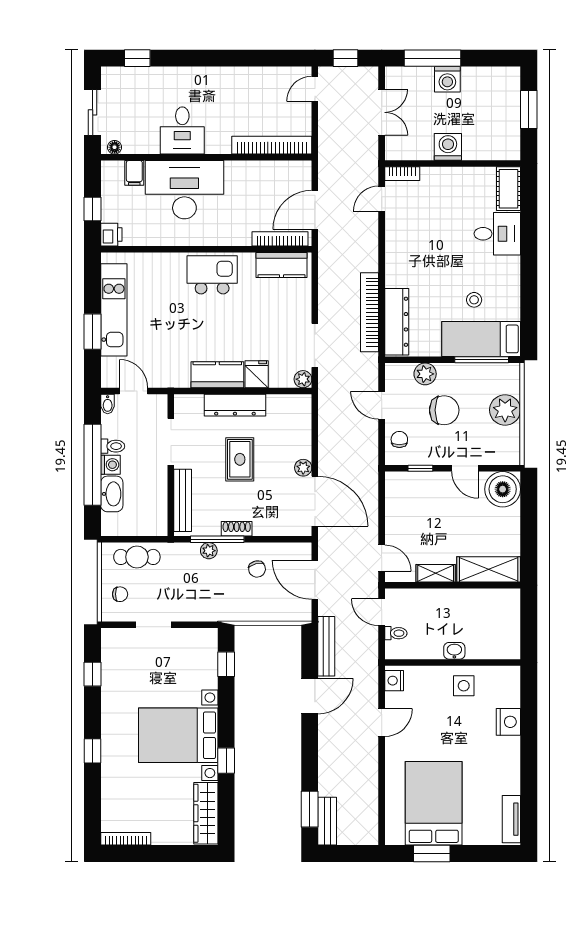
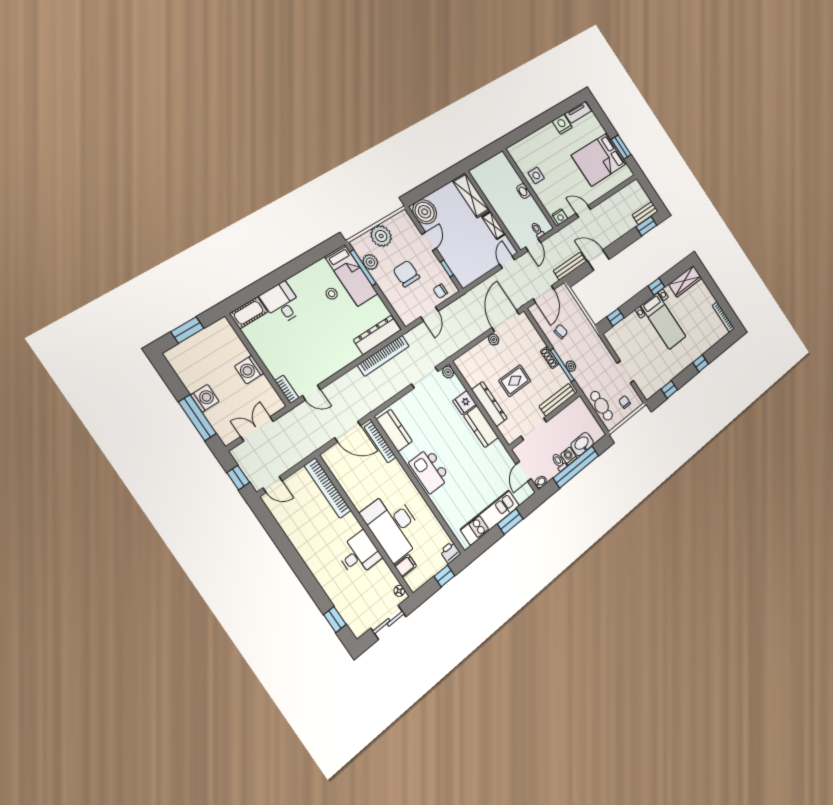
plant: (425, 374) -> (370, 262), moved
nightstand: (508, 722) -> (562, 124), moved
bed with nightstands: (178, 735) -> (663, 321), width x0.73

